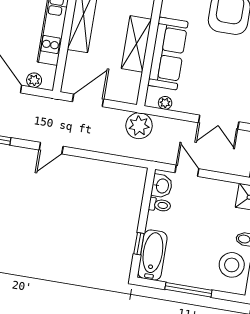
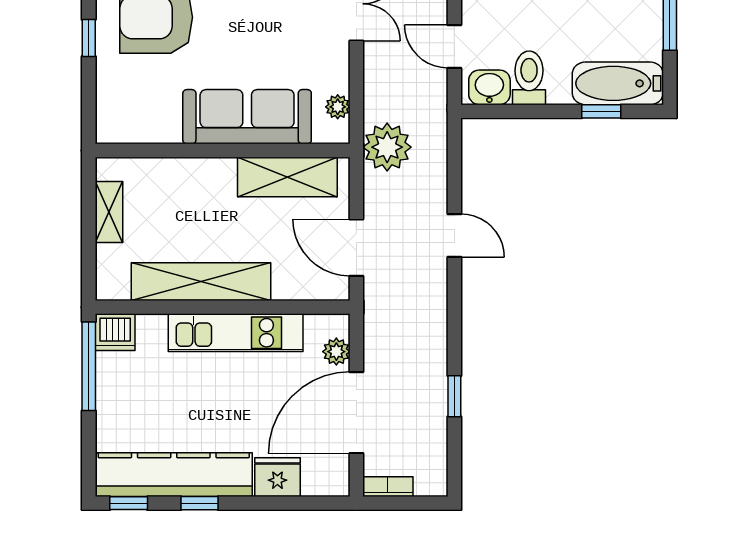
shelving: (136, 44) -> (287, 177), moved
door: (51, 148) -> (454, 235), moved
door: (187, 171) -> (454, 46), hinge flipped
toilet: (160, 205) -> (529, 78), width x1.37, depth x1.39

